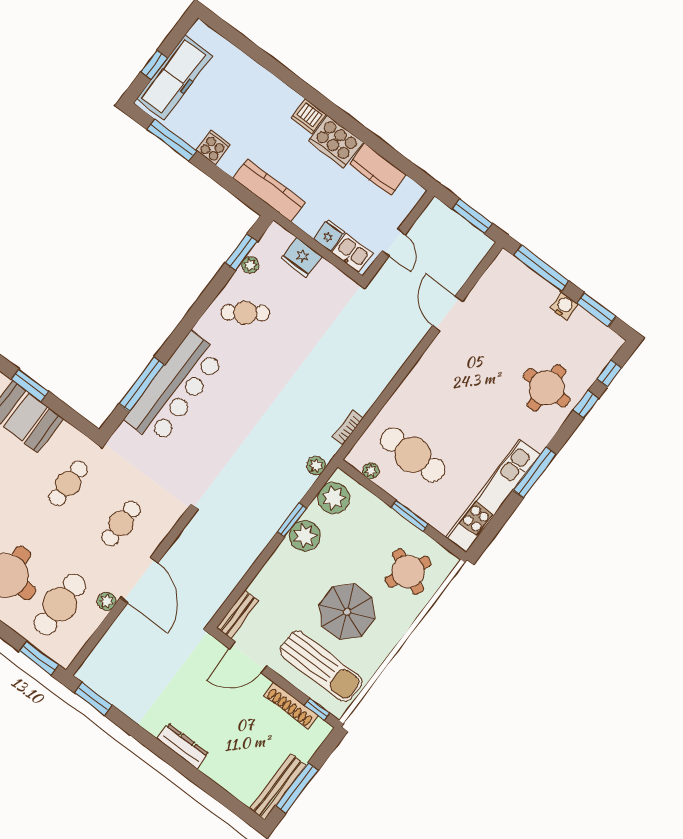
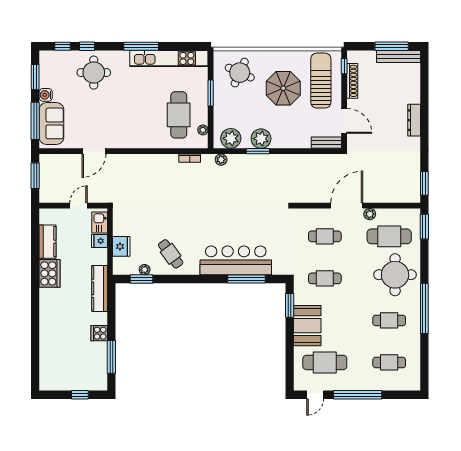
freezer: (174, 77) -> (78, 380), removed
dishwasher: (309, 116) -> (47, 297), removed
sofa: (523, 286) -> (51, 123), added
window: (30, 385) -> (290, 305), moved

